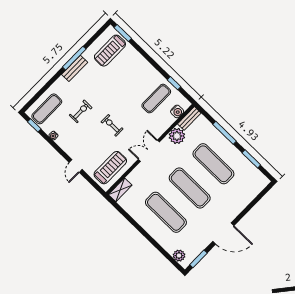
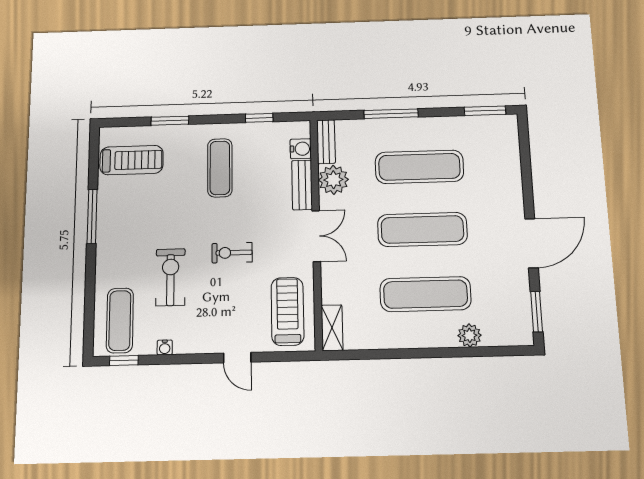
window: (123, 33) -> (170, 121), moved
treadmill: (110, 51) -> (131, 160), turned -90
bench: (75, 68) -> (302, 185), moved
exercise mat: (156, 99) -> (220, 168), moved
exercise bike: (81, 111) -> (170, 277), width x1.38, depth x1.39
double door: (149, 151) -> (316, 236), swing flipped
window: (251, 159) -> (485, 111), moved
plant: (179, 256) -> (470, 335), moved

